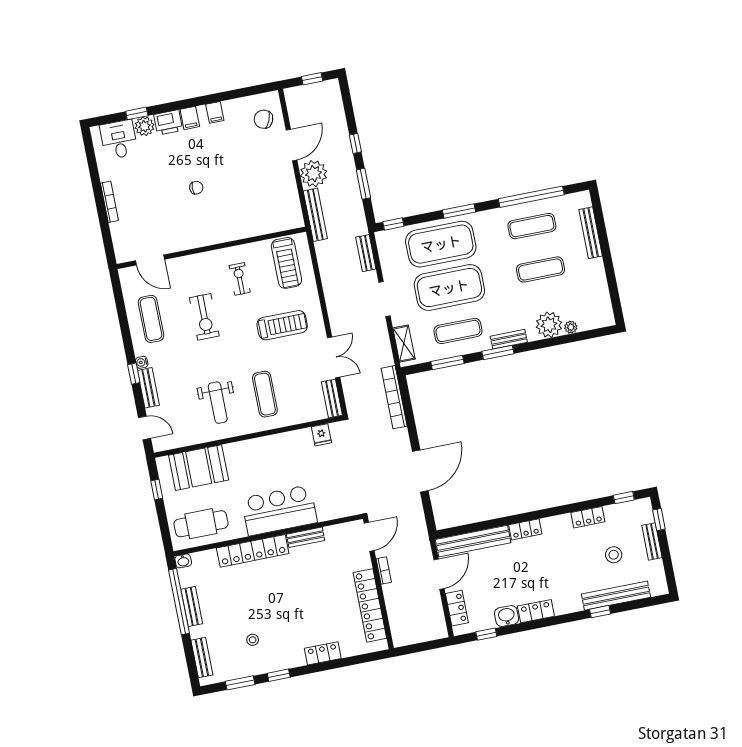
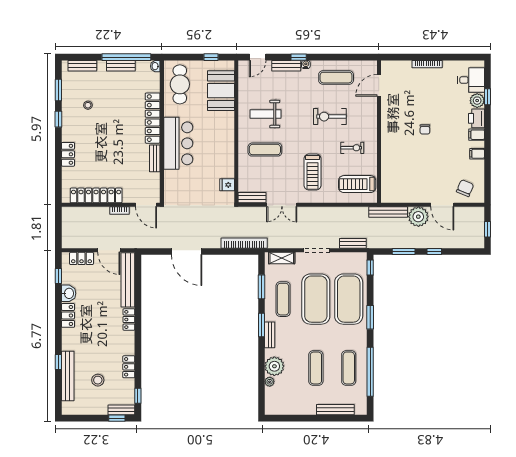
bench: (652, 541) -> (121, 410), moved

